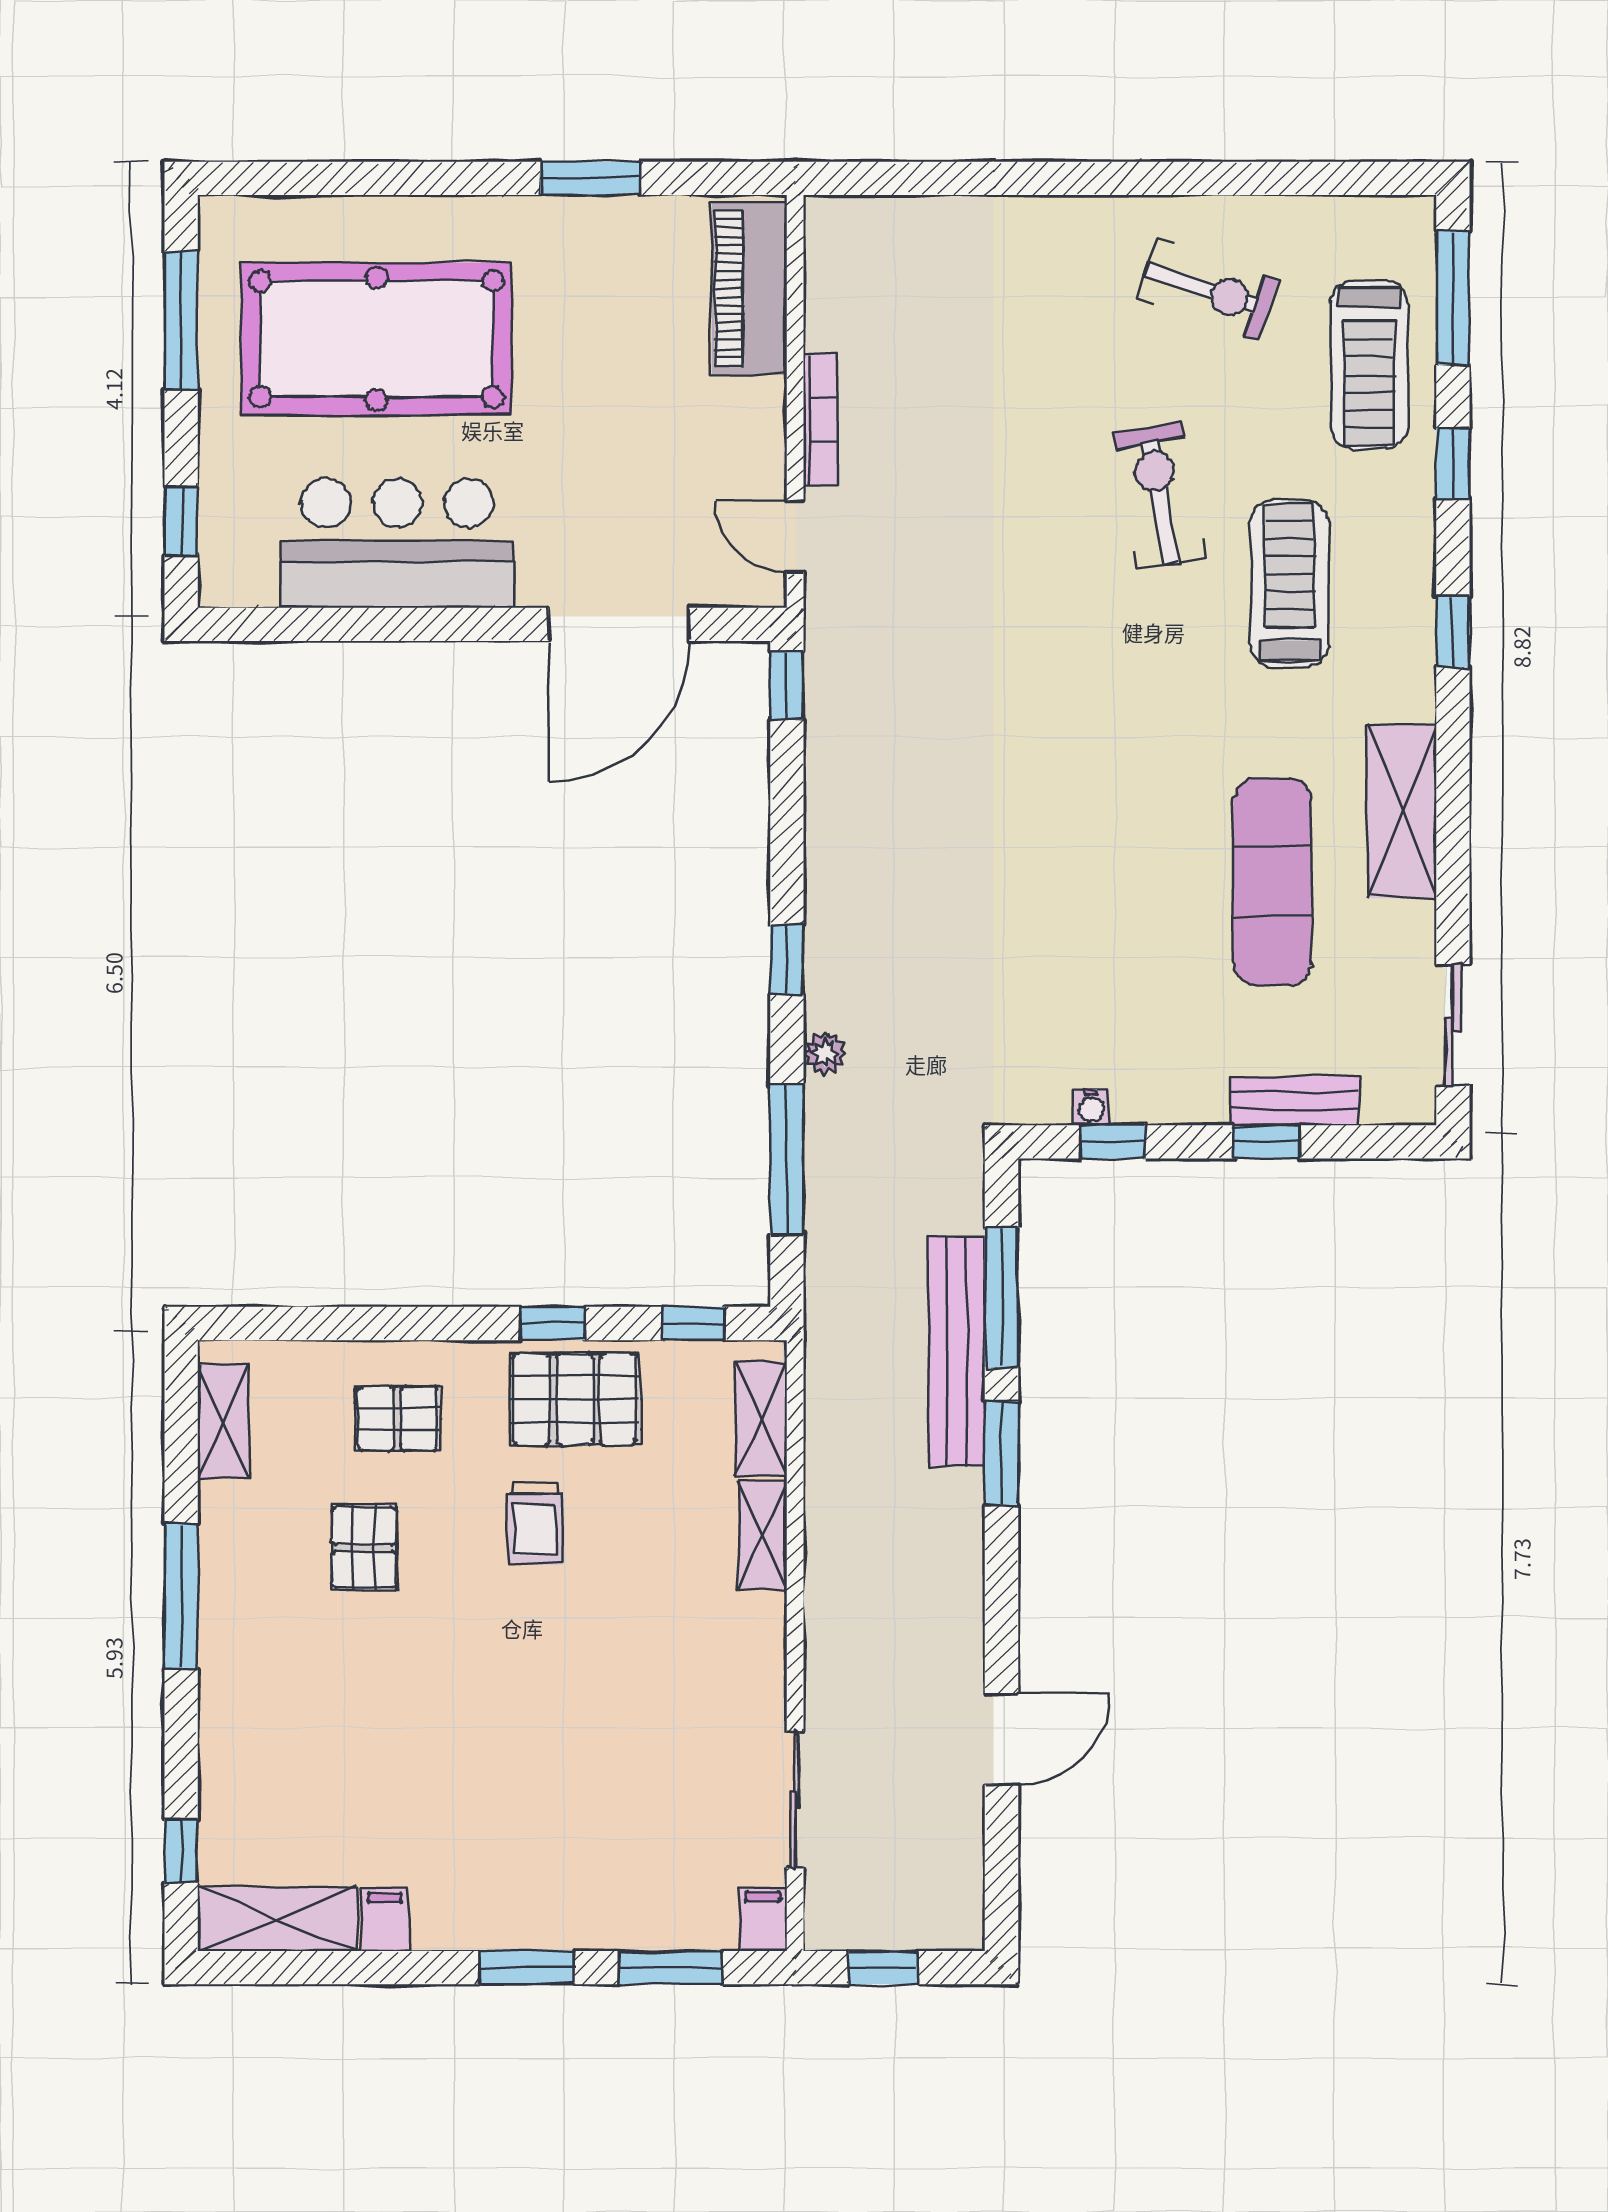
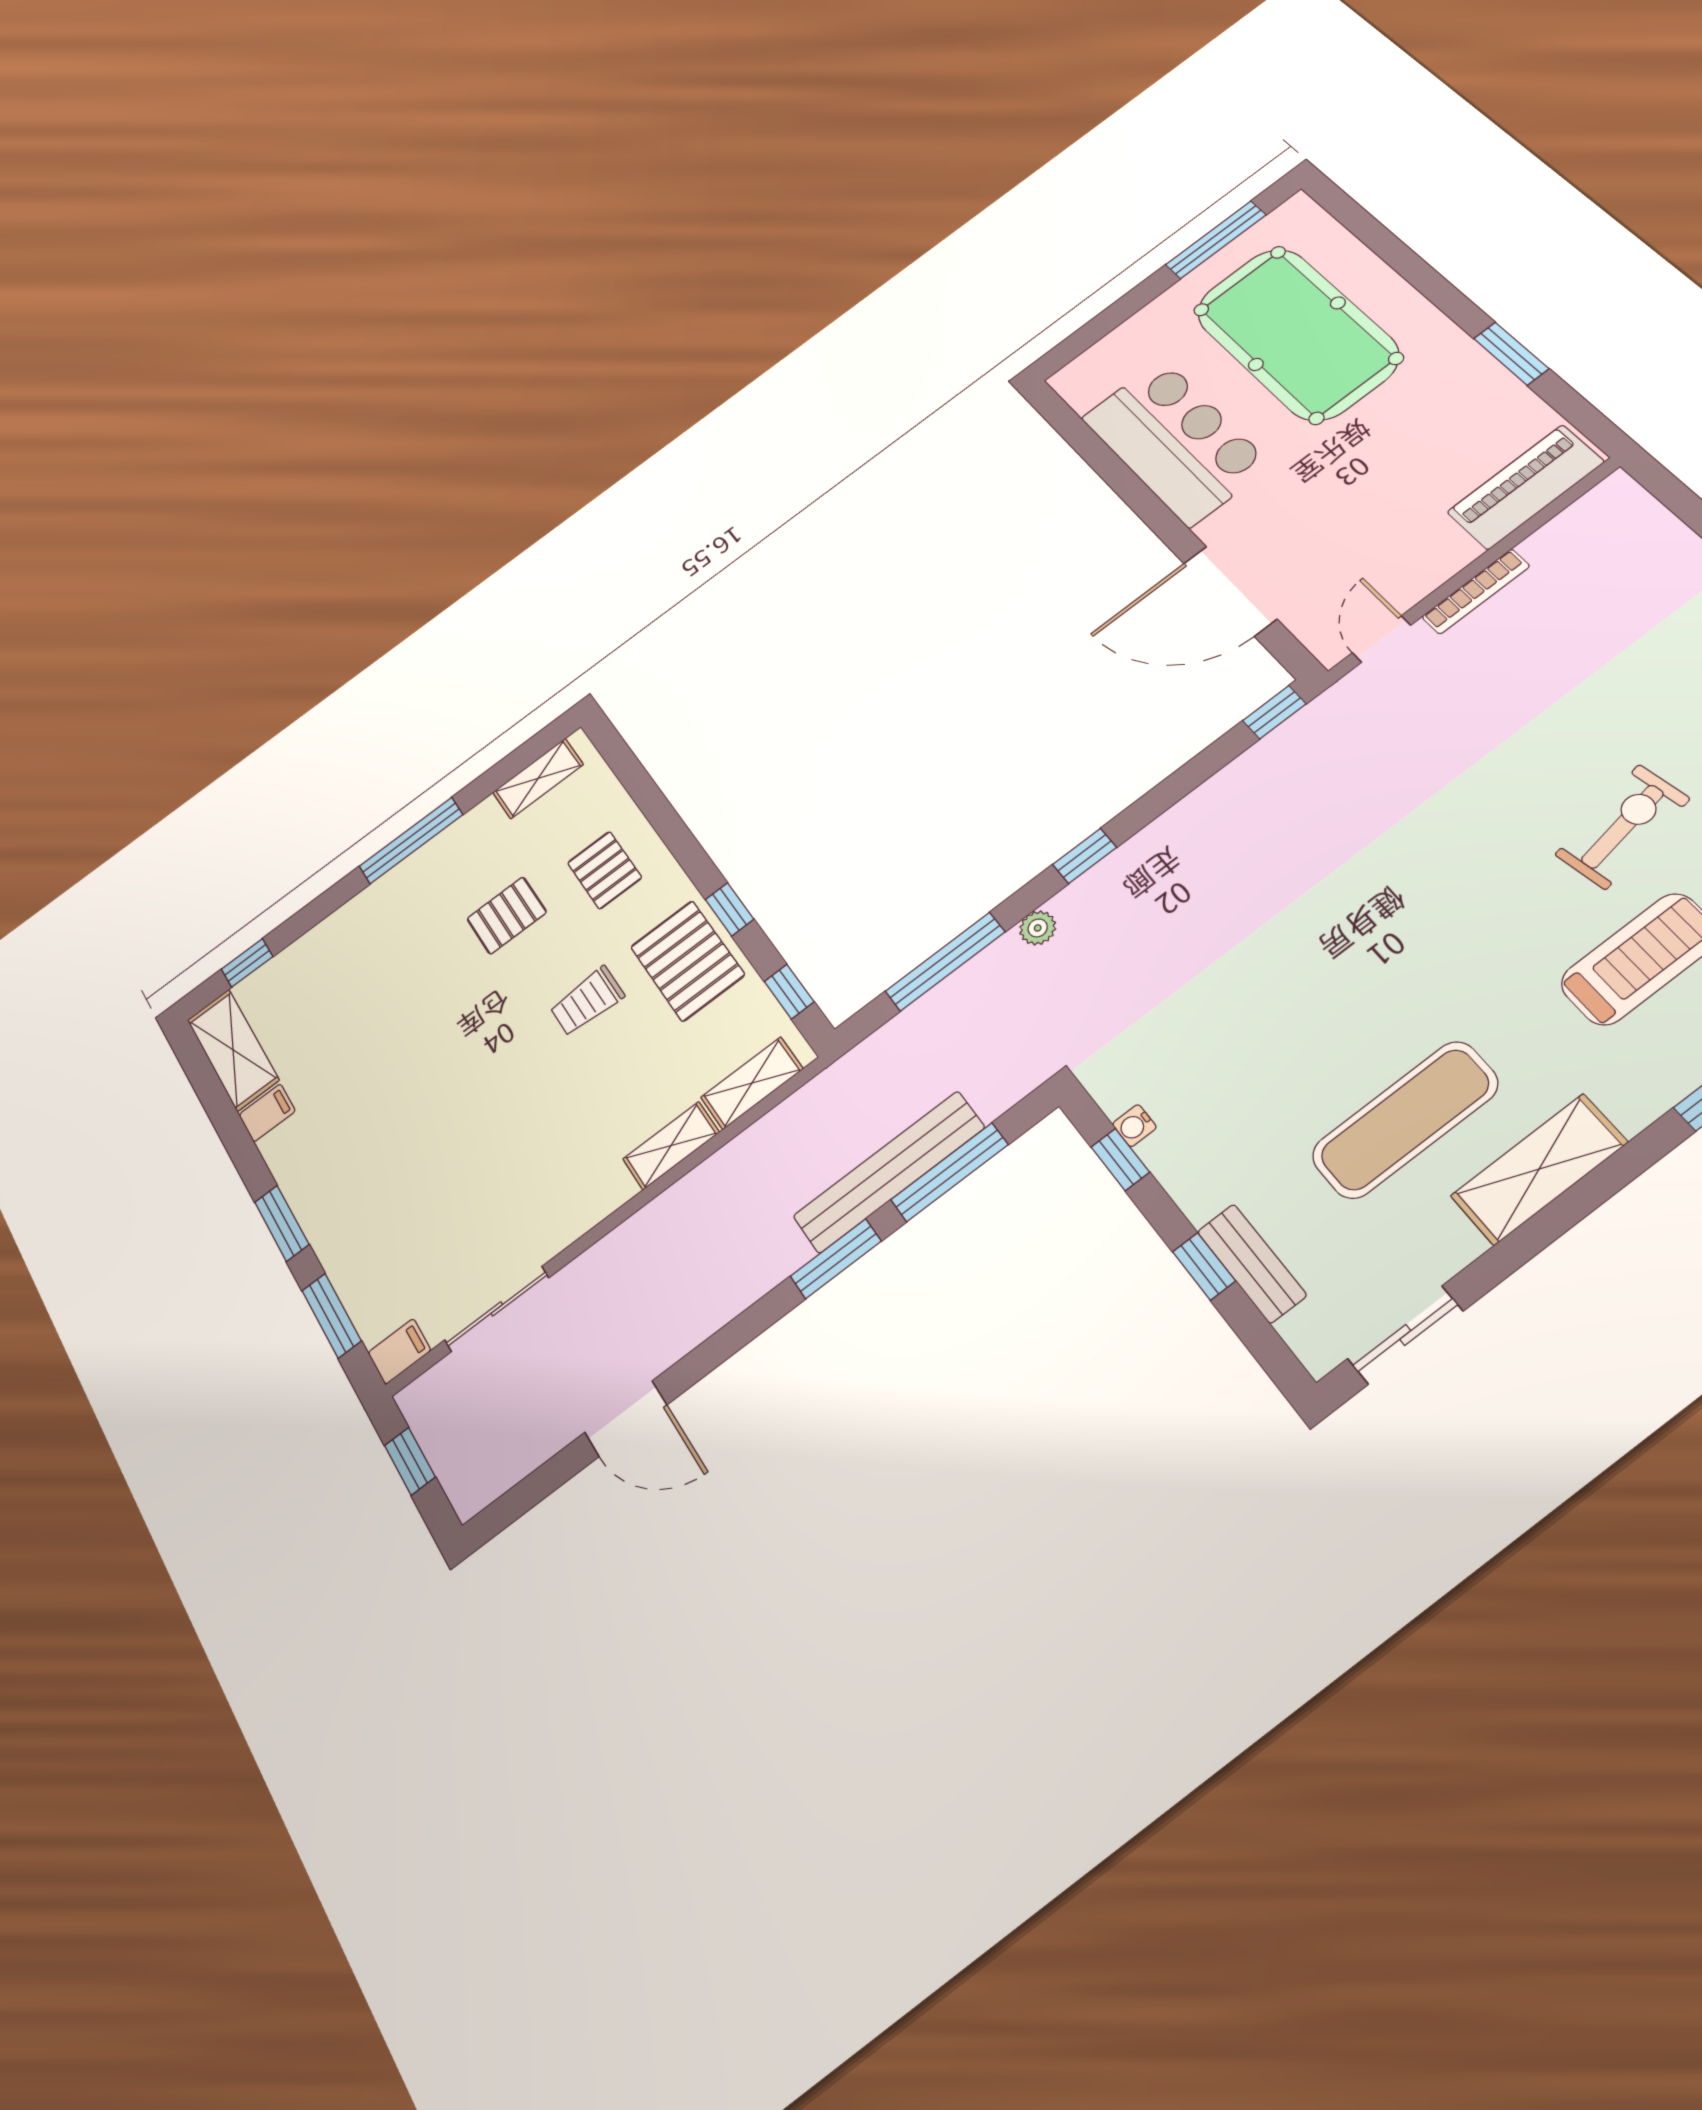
window: (181, 521) -> (1091, 333), removed

